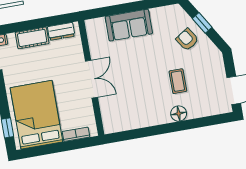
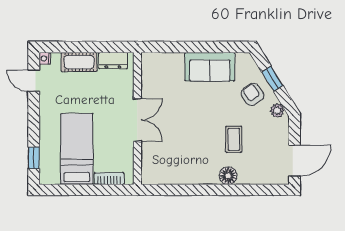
sofa: (129, 25) -> (210, 67), moved
plant: (211, 50) -> (277, 111), added
bed: (37, 115) -> (77, 149), width x0.67

